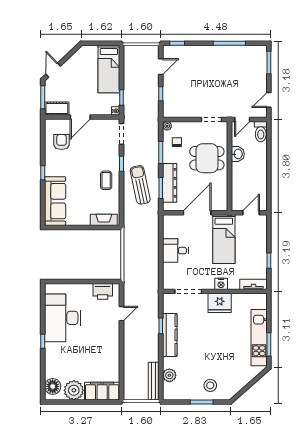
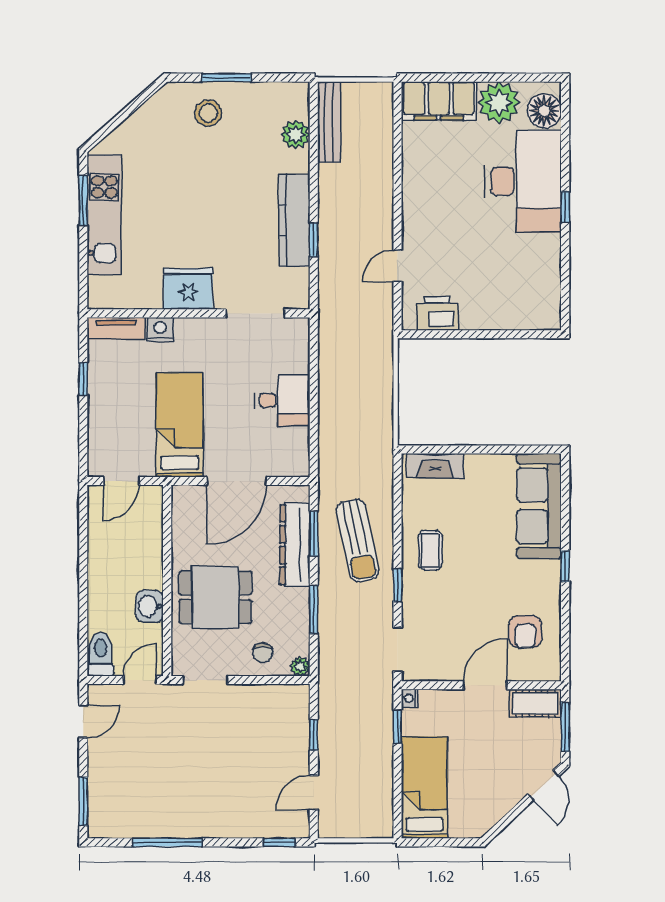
chair: (177, 142) -> (263, 653), moved
nightstand: (221, 284) -> (160, 329), moved
desk: (63, 318) -> (523, 181), moved

